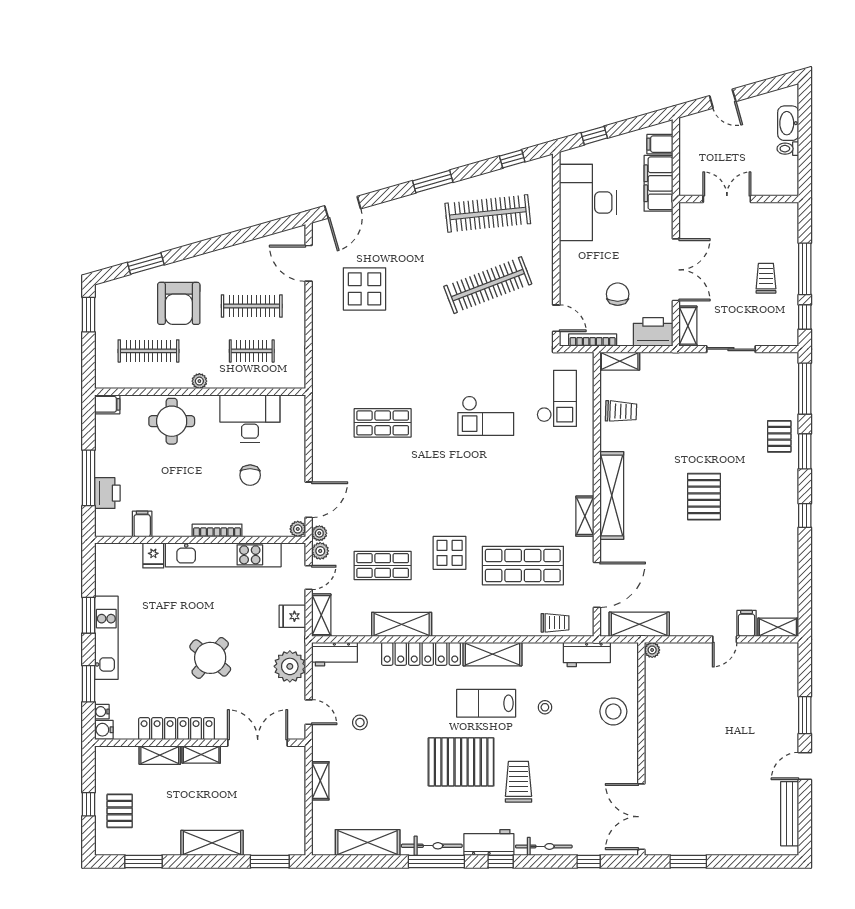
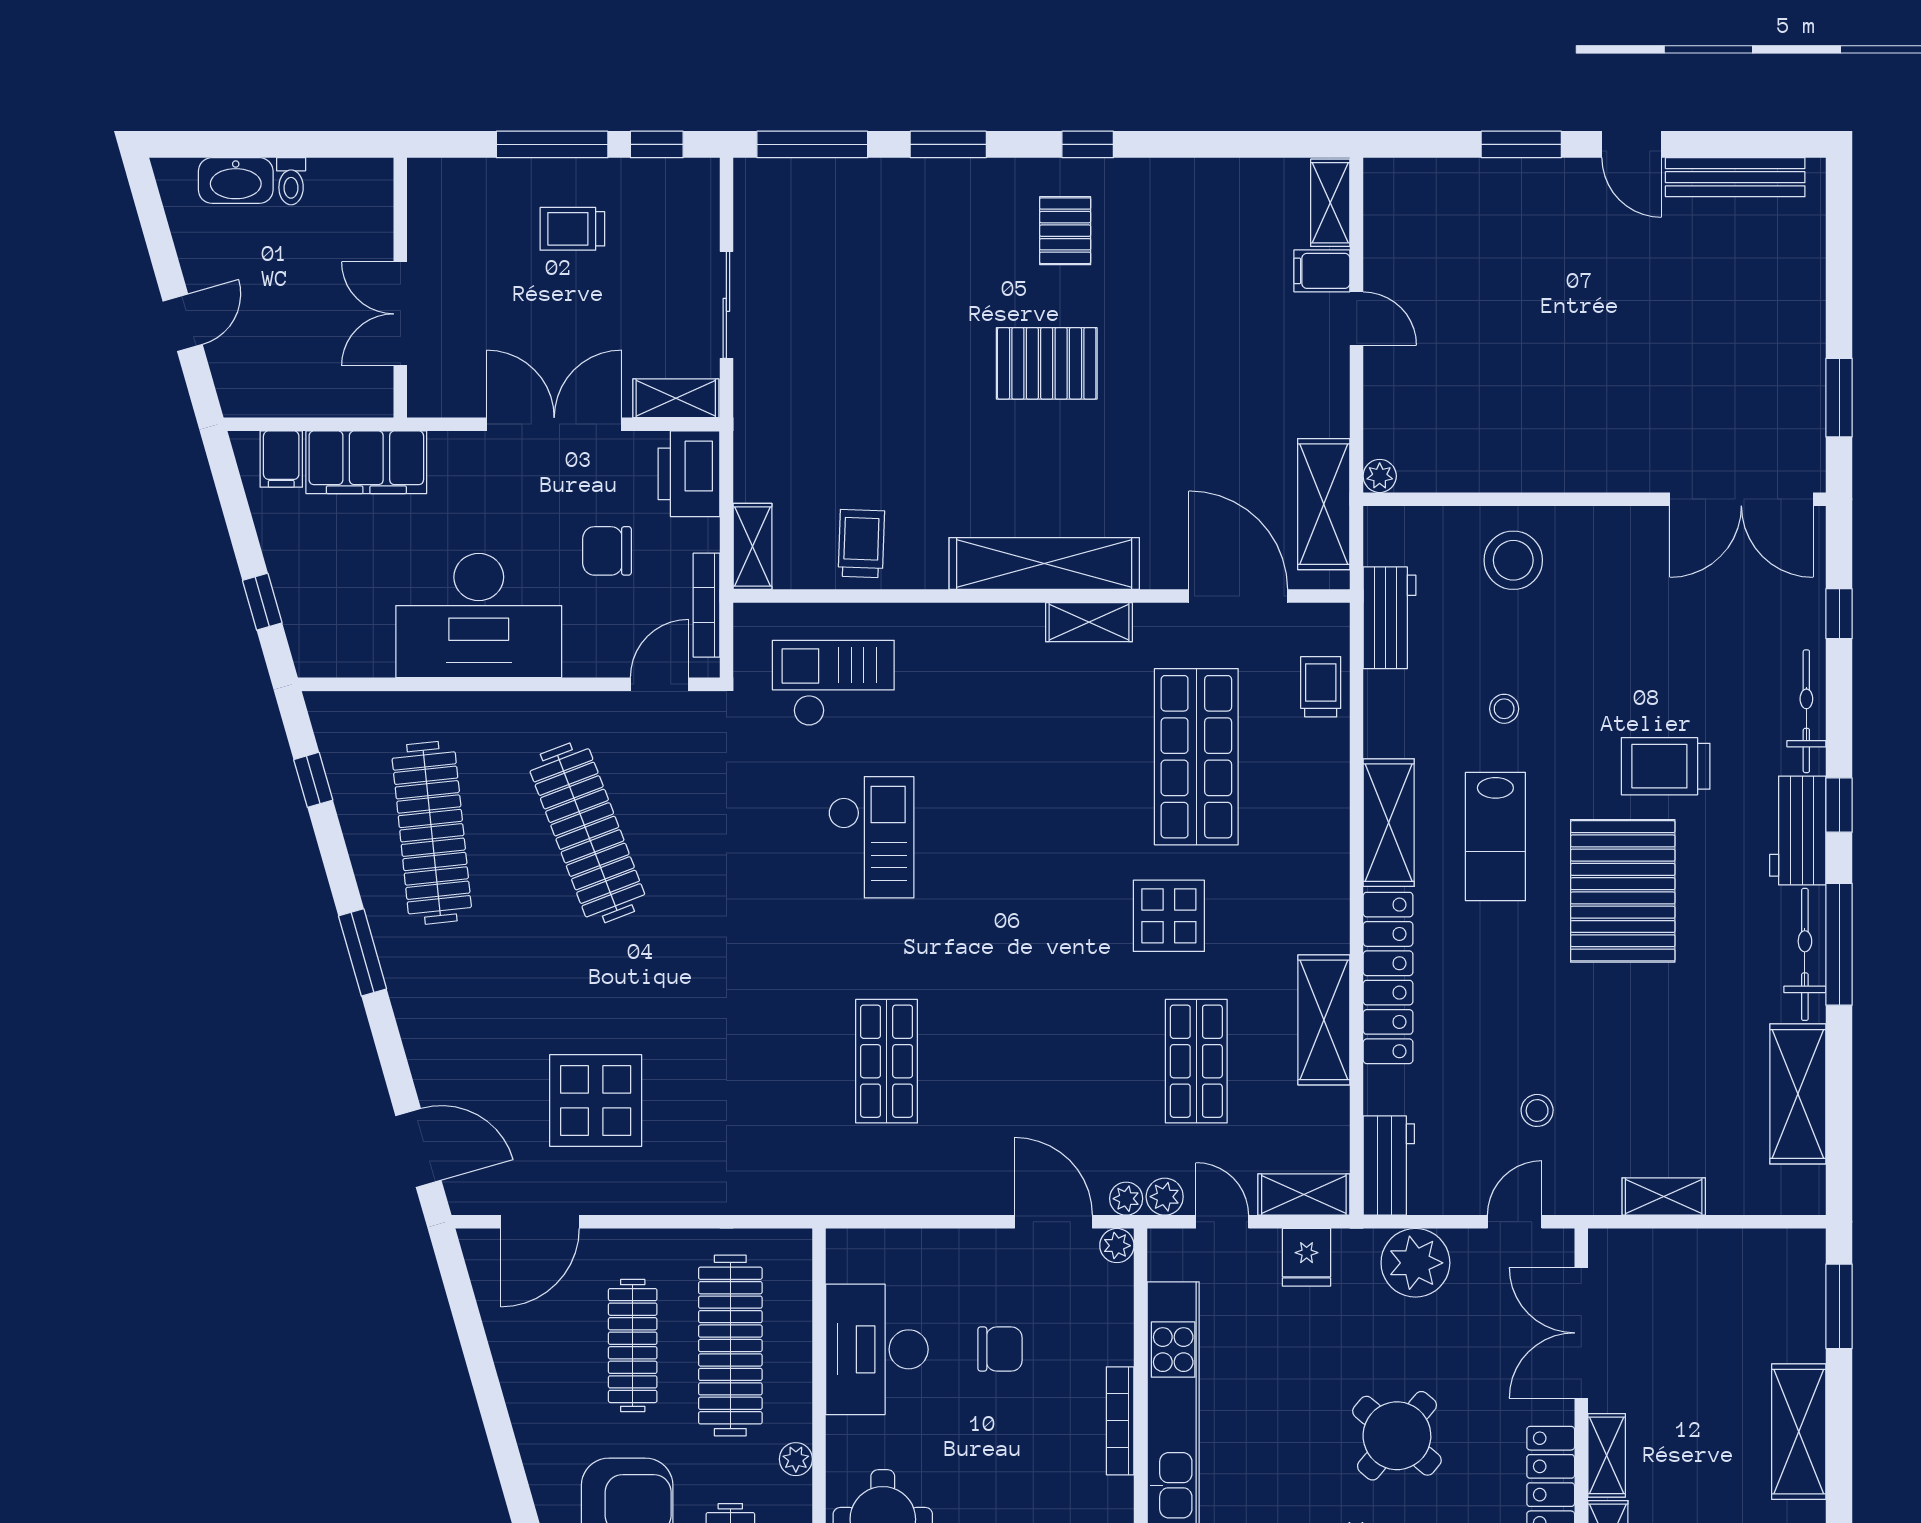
desk: (588, 202) -> (479, 616), moved
clothes rail: (252, 351) -> (730, 1346), width x1.86, depth x1.31
pallet: (779, 436) -> (1065, 231), moved, turned 90

